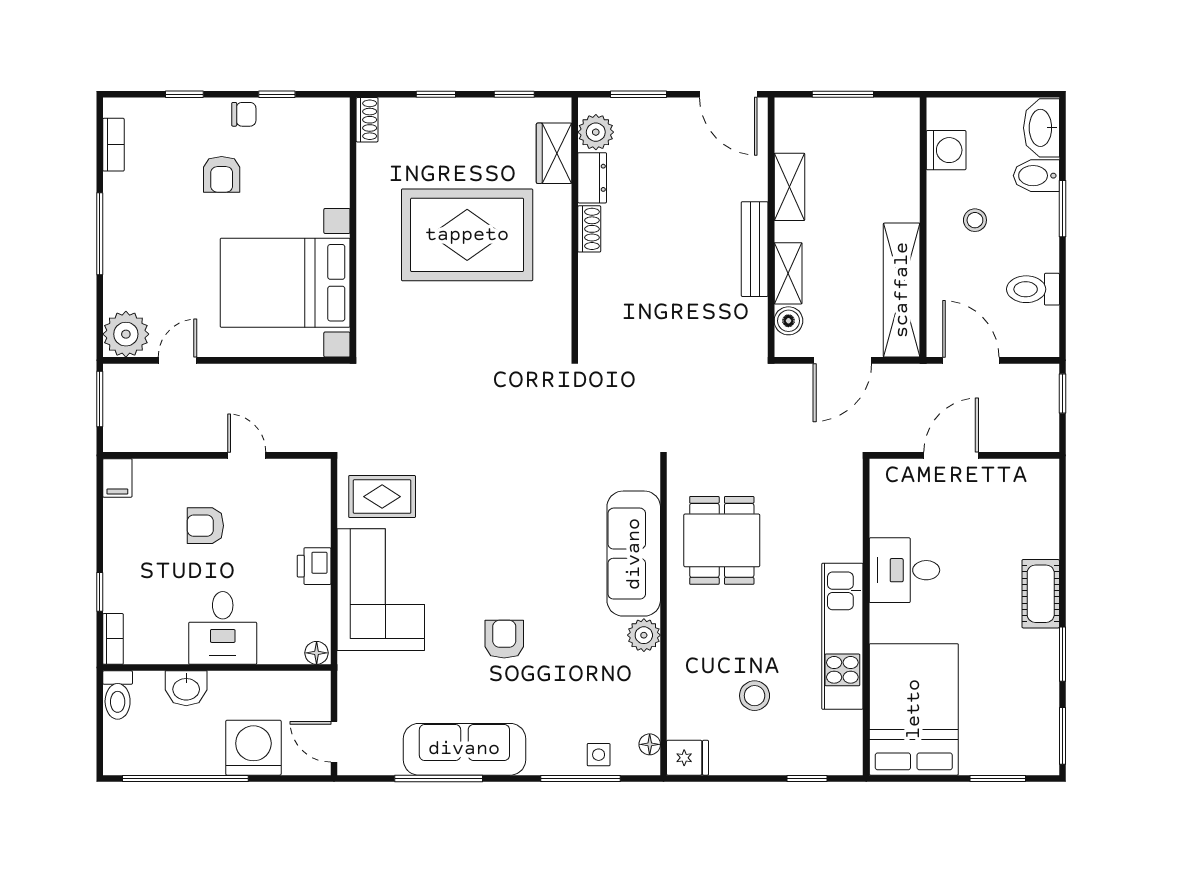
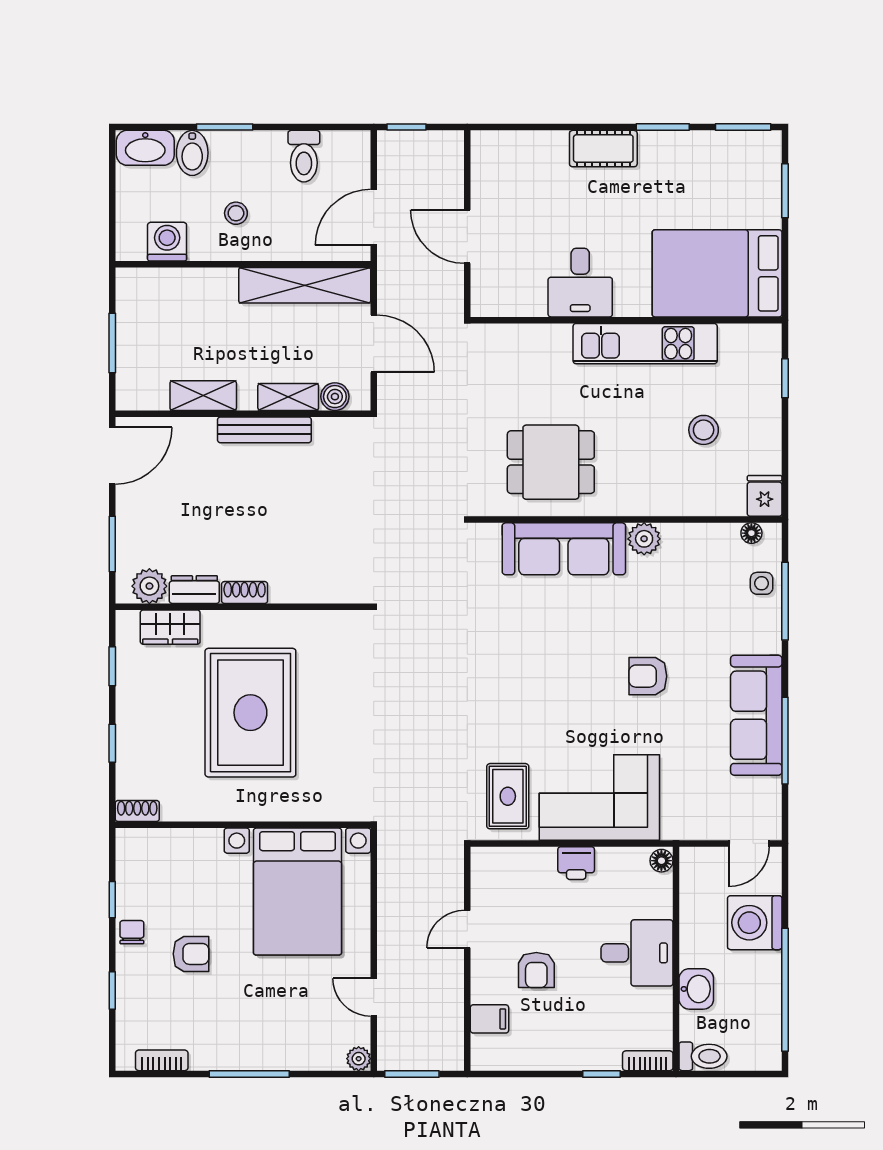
plant: (126, 334) -> (359, 1059), width x0.53, depth x0.53
filing cabinet: (117, 478) -> (489, 1019), moved

